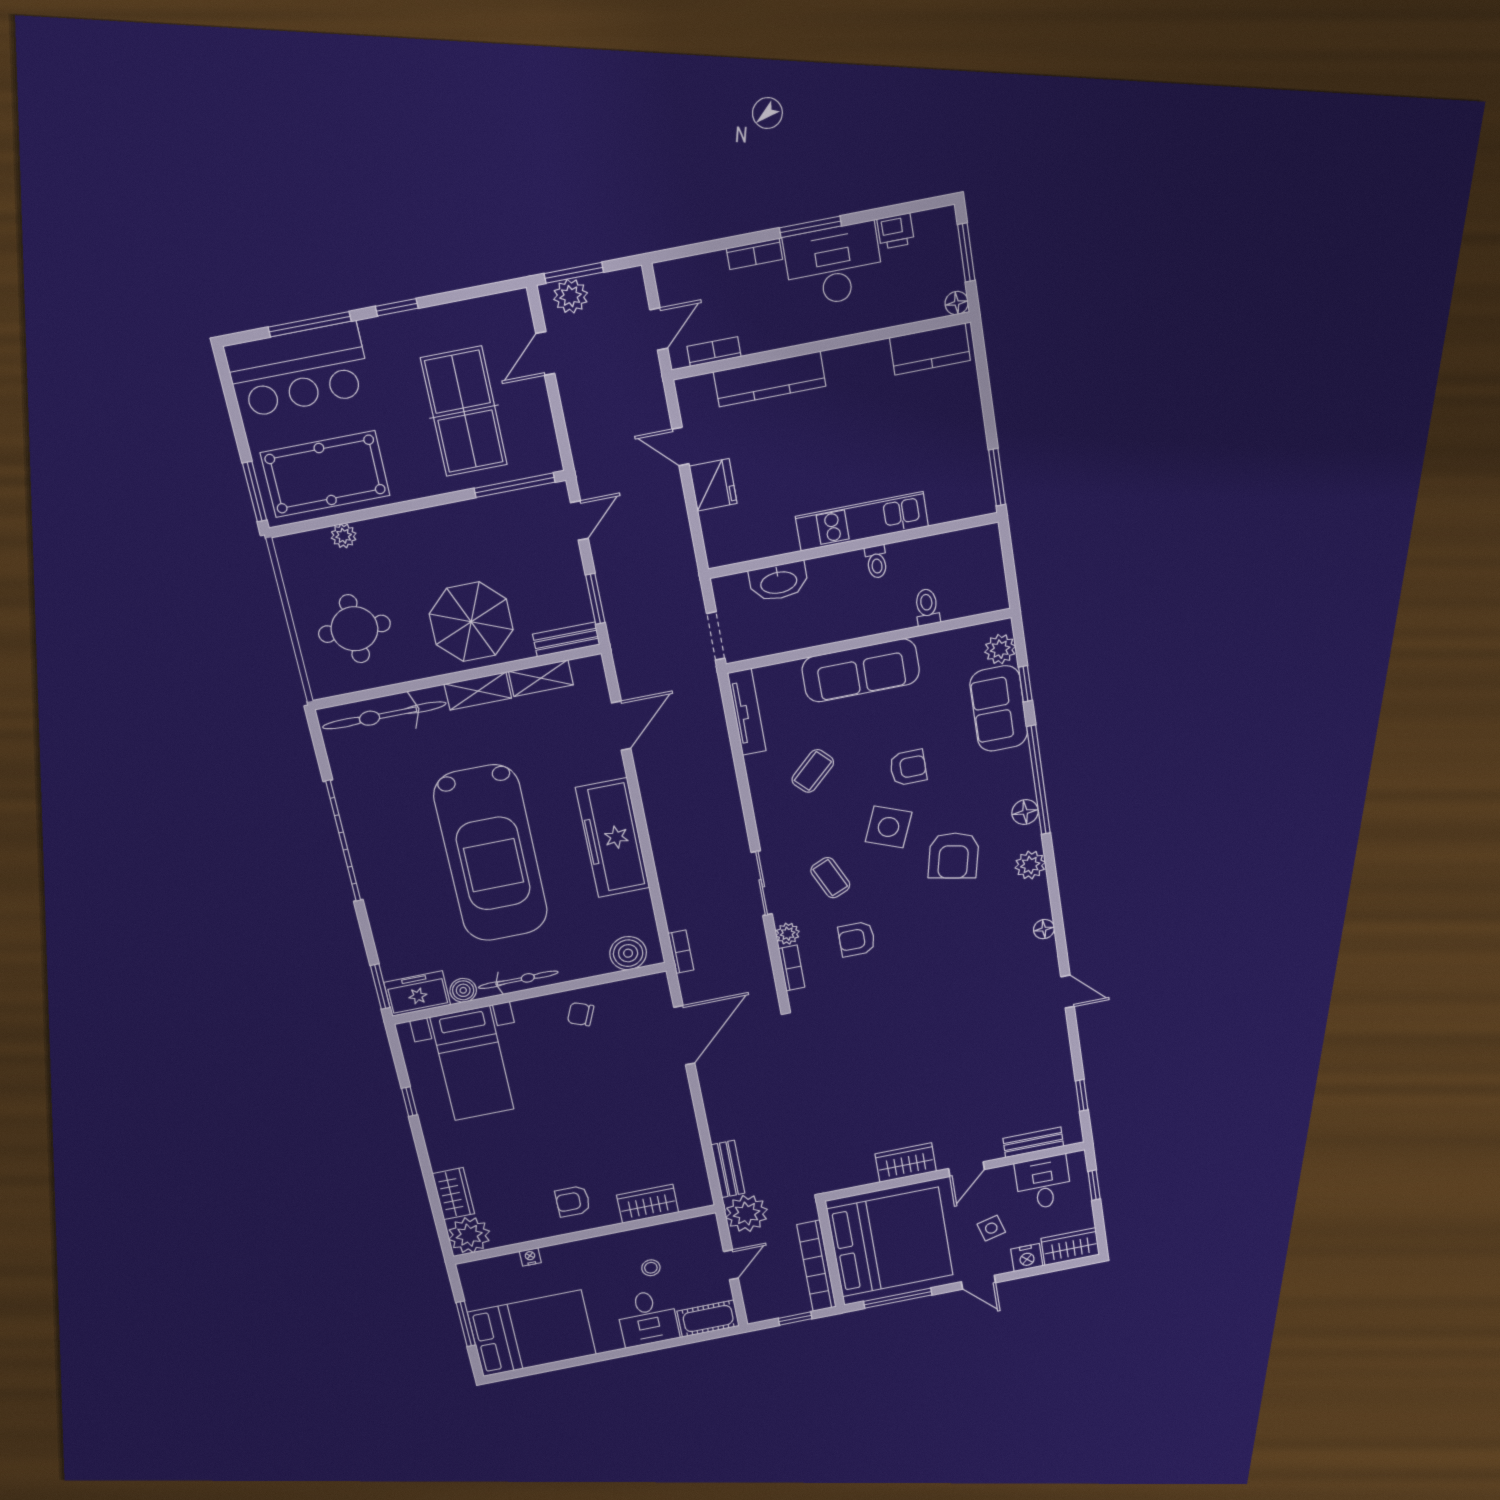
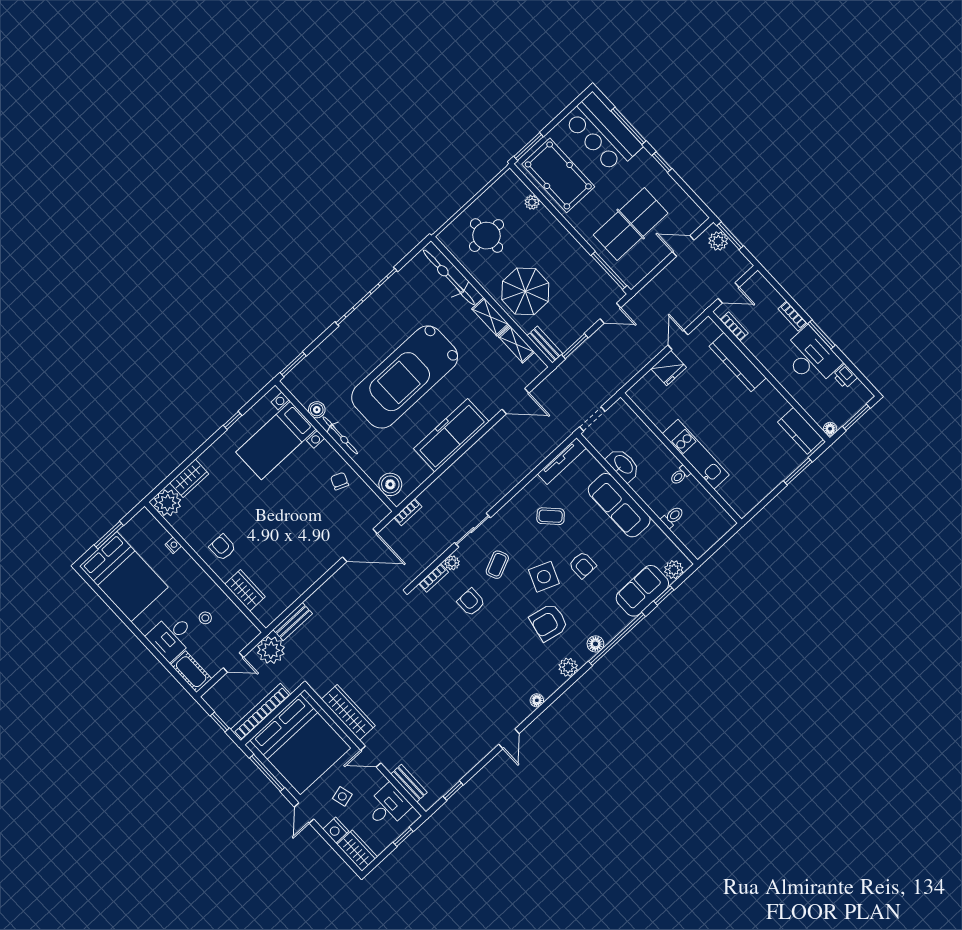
window: (997, 477) -> (798, 471), moved
washbasin: (779, 582) -> (623, 465), moved, turned 180
freezer: (417, 994) -> (301, 386), removed
wardrobe: (906, 1163) -> (348, 712), width x1.50

